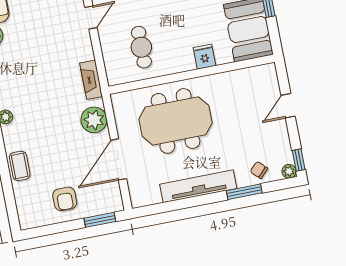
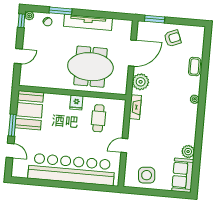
fridge: (204, 57) -> (76, 103), moved
armchair: (65, 199) -> (173, 38), turned 68

